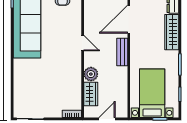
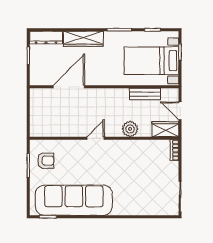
door: (129, 19) -> (69, 87), swing flipped
bench: (122, 52) -> (145, 94), moved
wardrobe: (91, 94) -> (165, 129), moved

